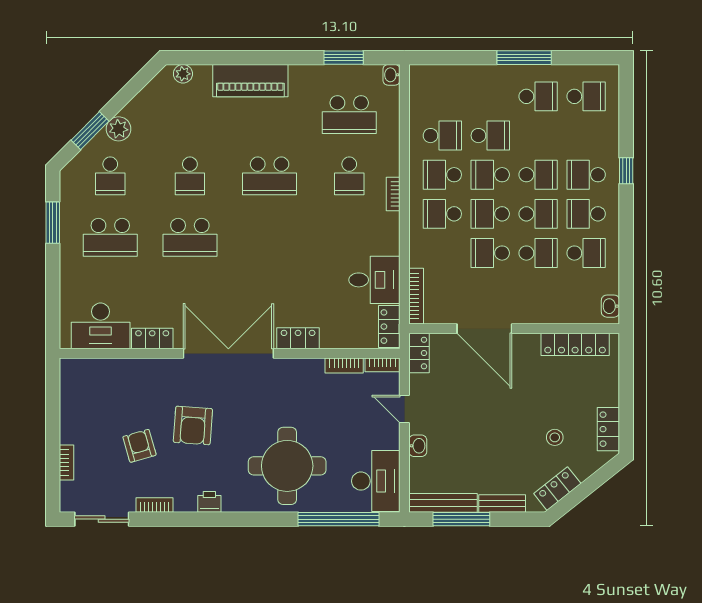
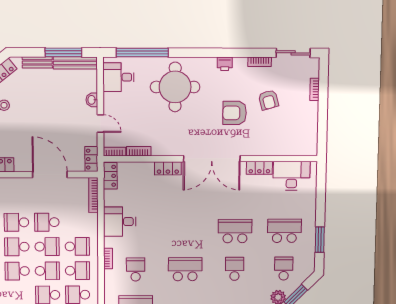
school desk: (490, 253) -> (47, 222), turned 180
desk: (374, 280) -> (120, 222), moved
armchair: (193, 425) -> (235, 113), turned -94
desk: (376, 481) -> (119, 77), width x0.73

